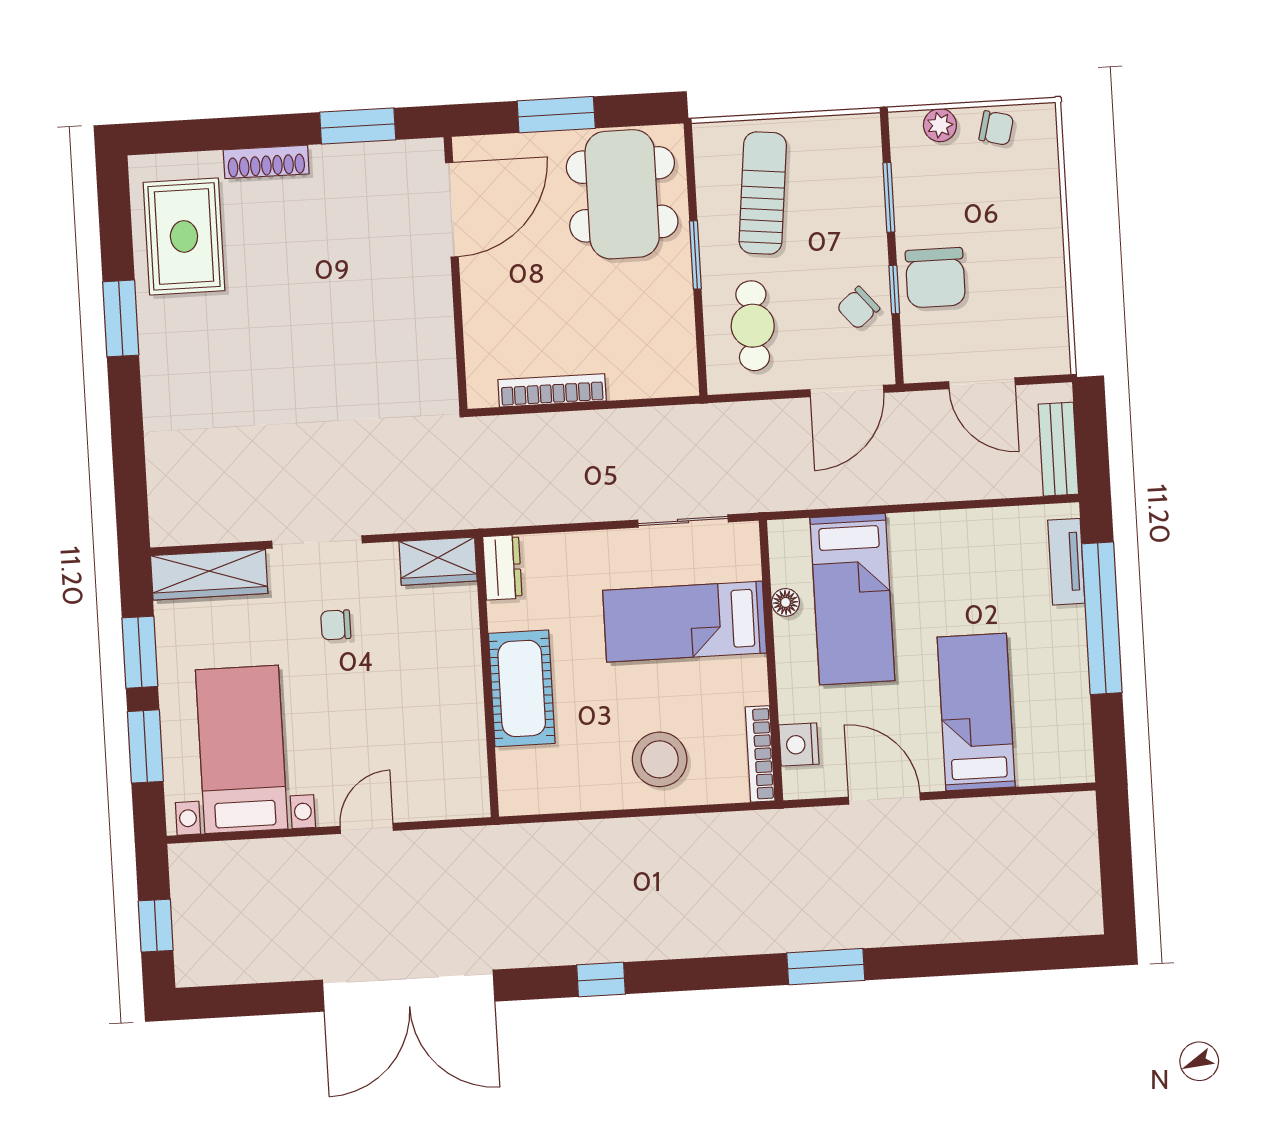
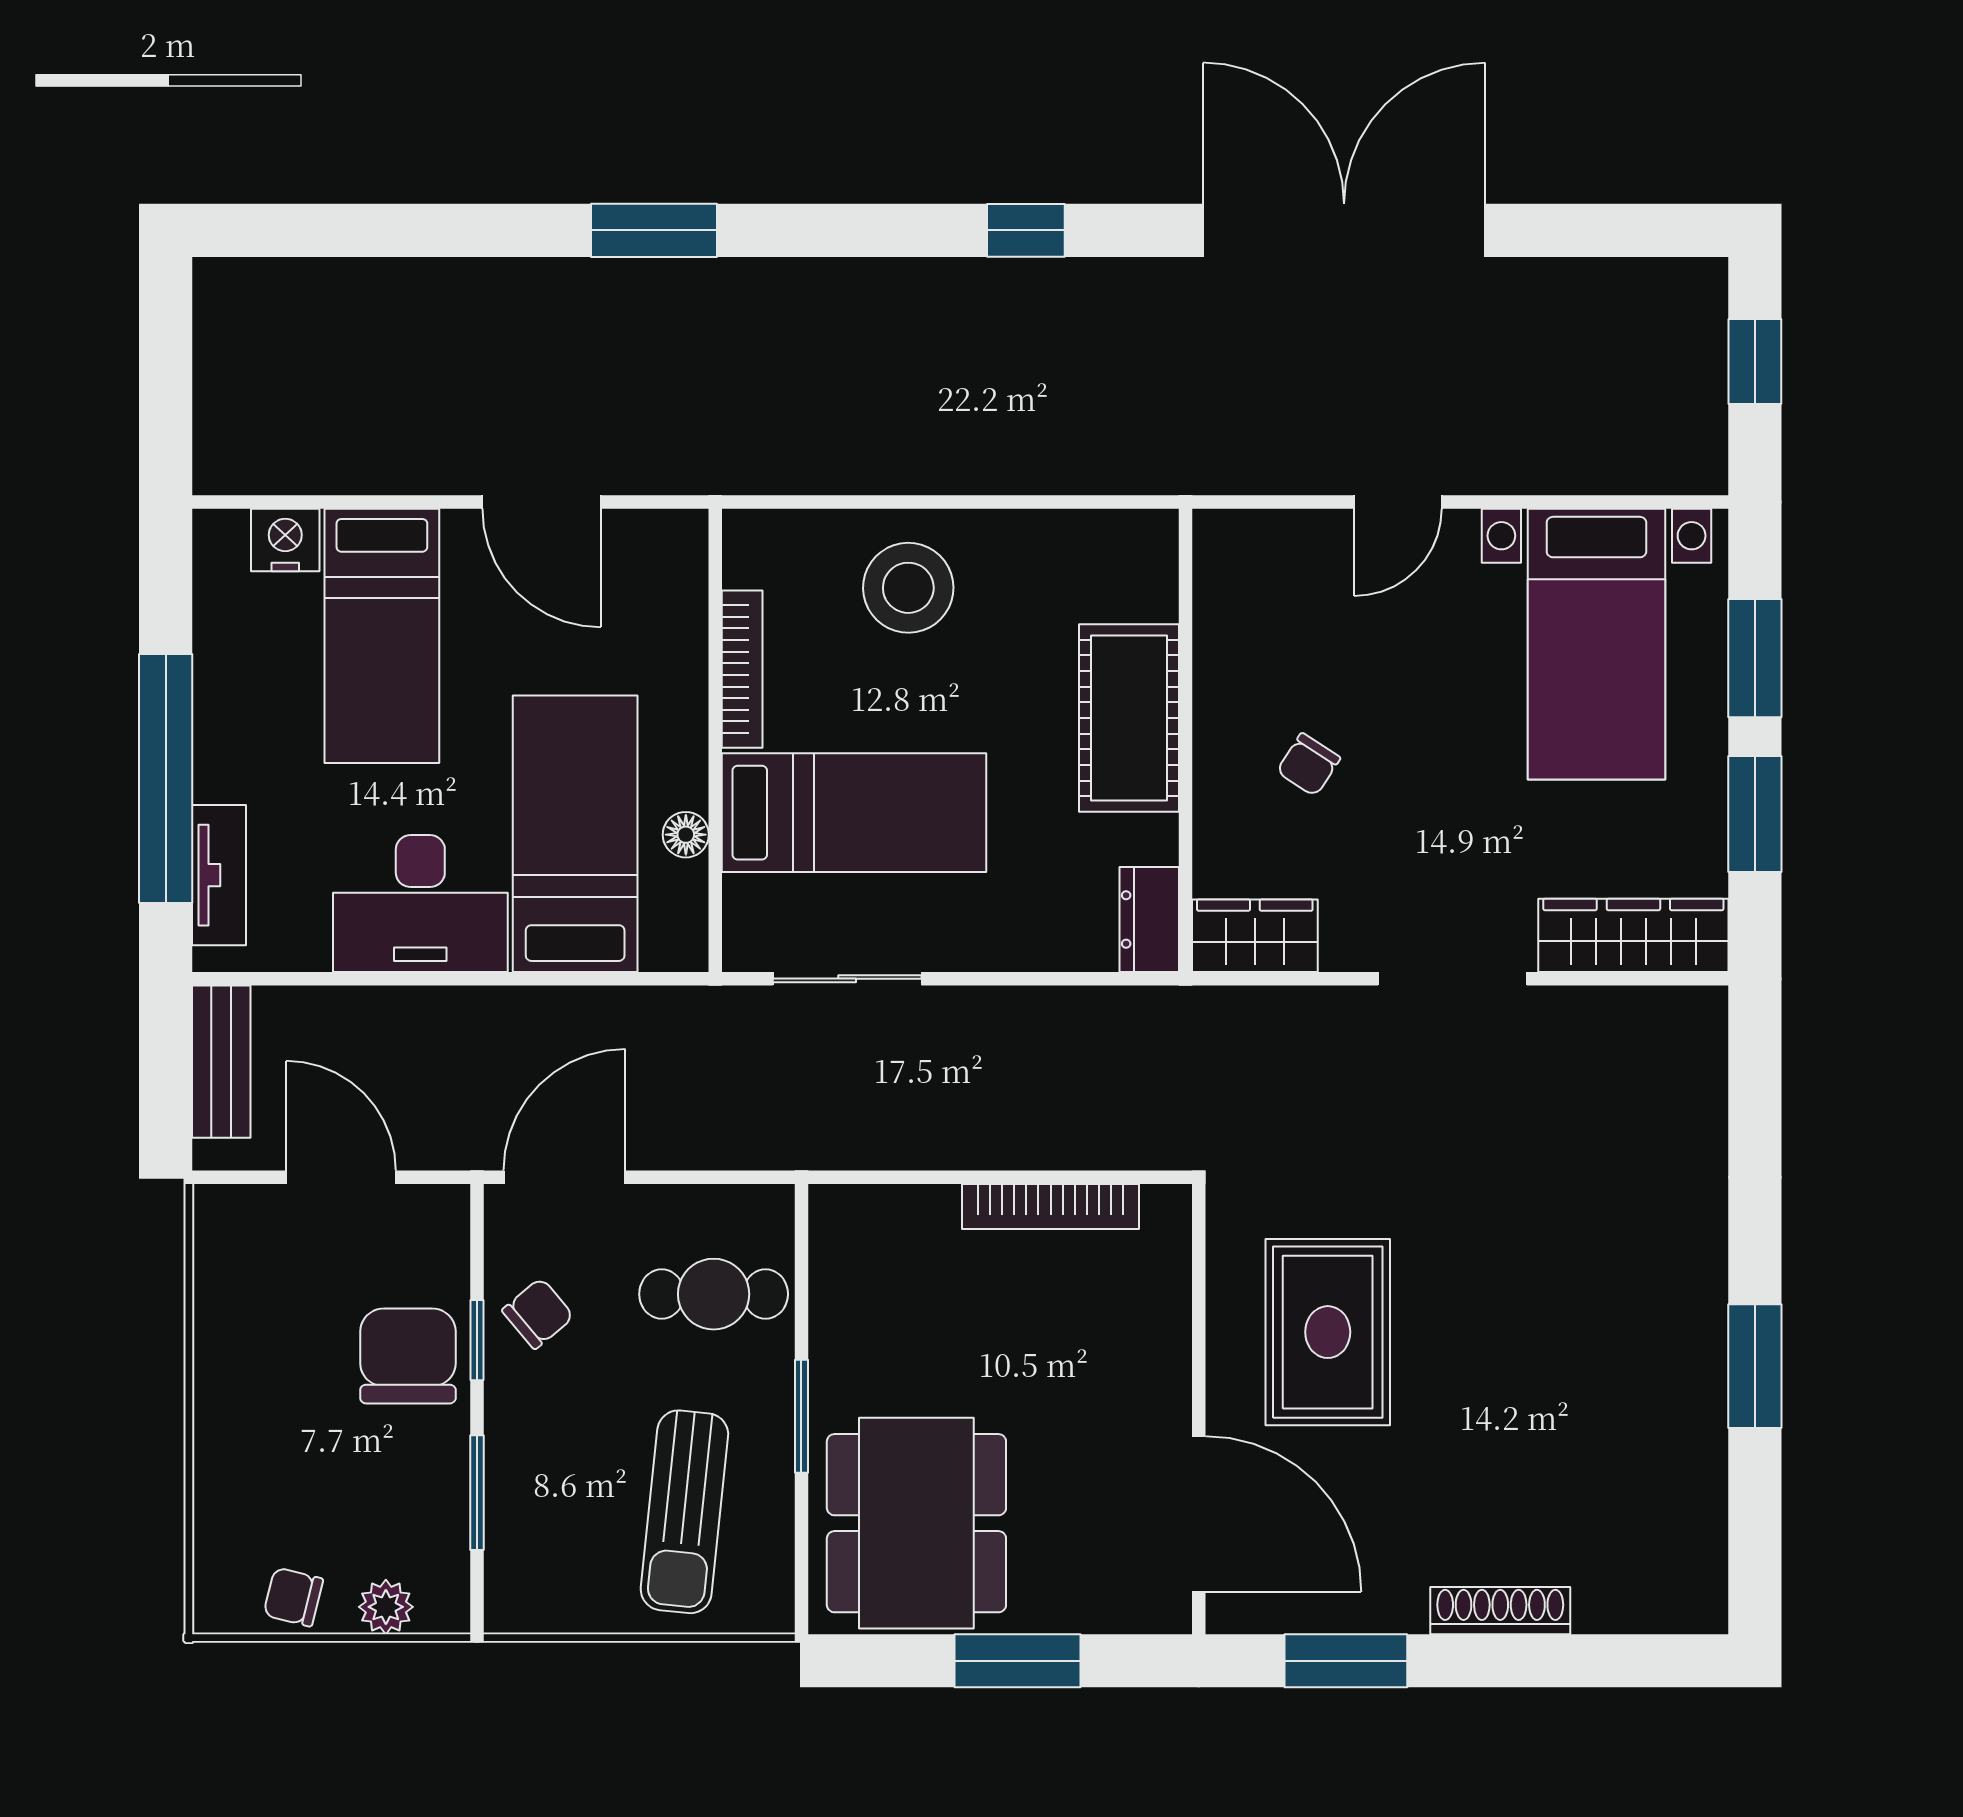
door: (452, 210) -> (1199, 1514), swing flipped
rug: (184, 236) -> (1328, 1332), moved
cafe table: (753, 326) -> (714, 1294), turned 90
desk: (944, 552) -> (420, 904), added
chair: (336, 625) -> (1308, 765), moved, turned 123
nightstand: (799, 745) -> (285, 540), moved, turned -90
bookcase: (760, 754) -> (742, 669), moved

